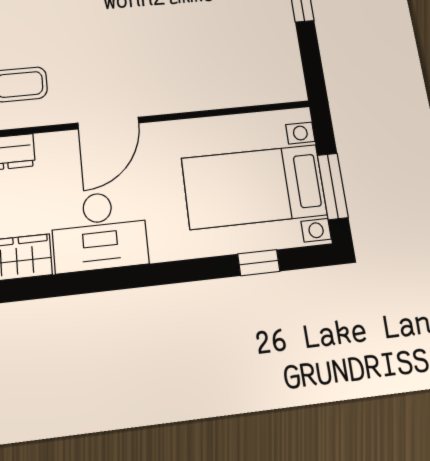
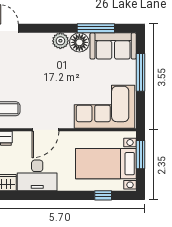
corner sofa: (233, 61) -> (104, 107), added
window: (333, 186) -> (141, 155), moved

